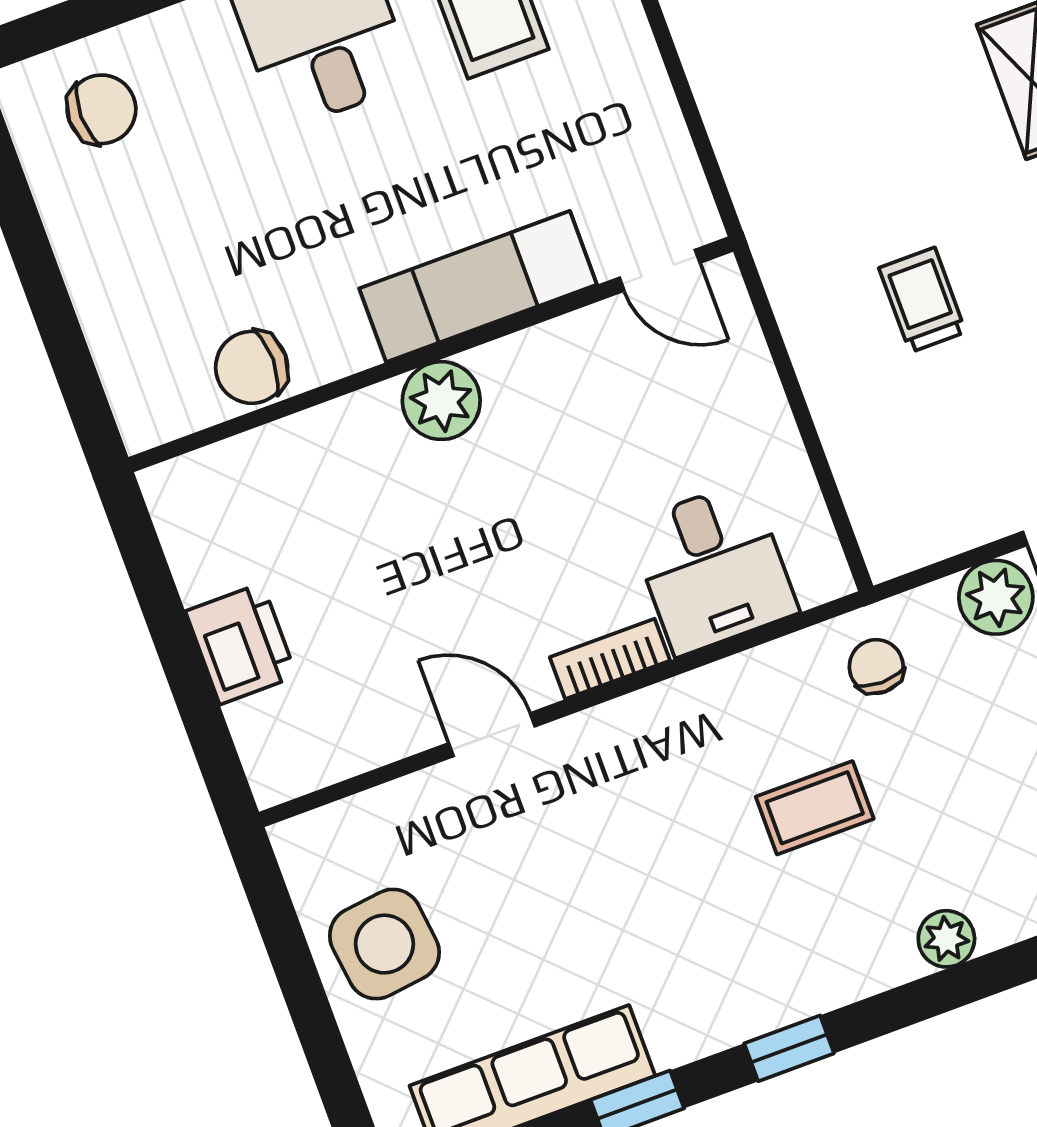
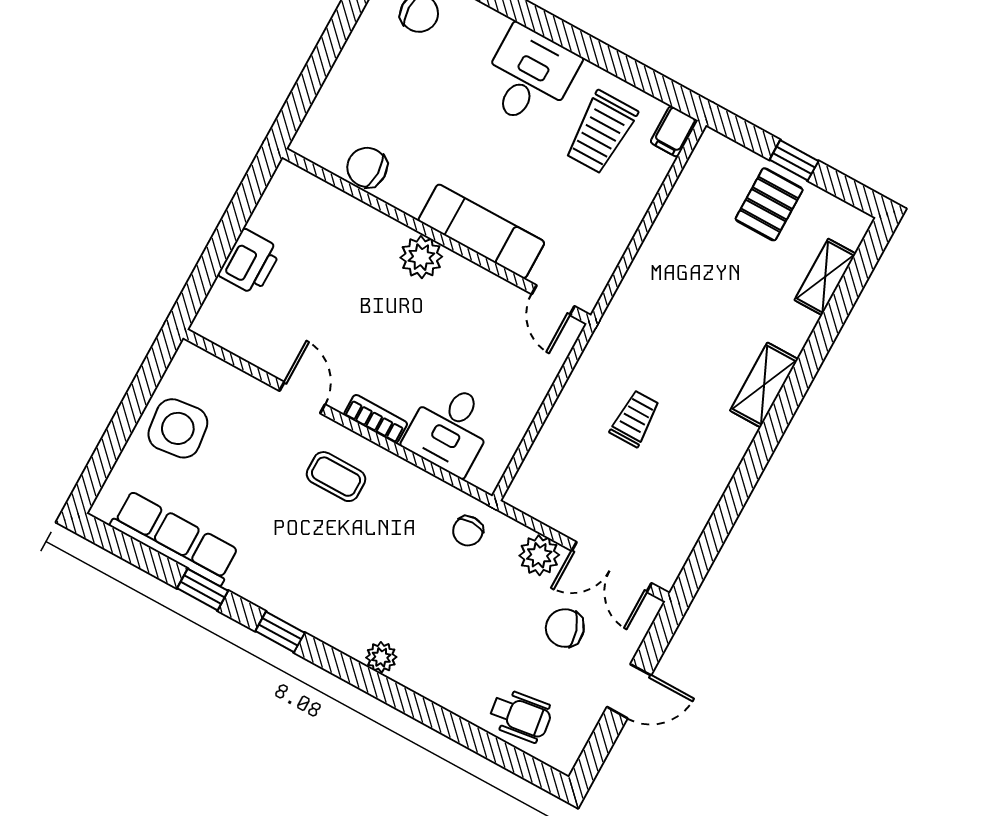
chair: (876, 667) -> (468, 531), turned 180
coffee table: (815, 808) -> (336, 477), moved

